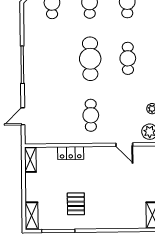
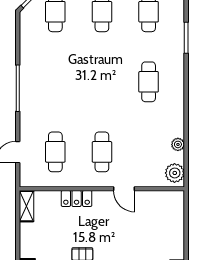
cafe table: (90, 59) -> (55, 152), moved, width x0.73, depth x0.74
door: (124, 145) -> (124, 189), moved

